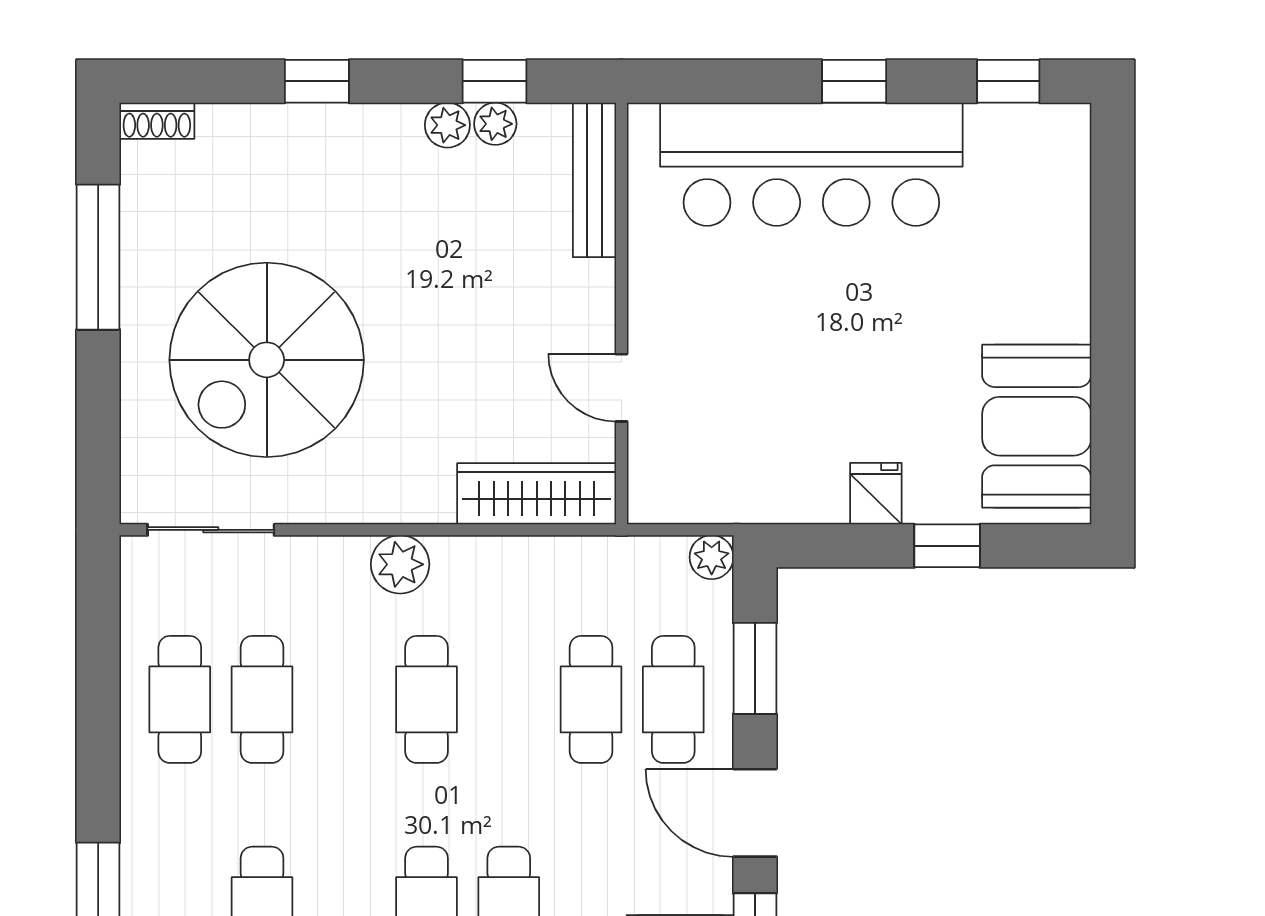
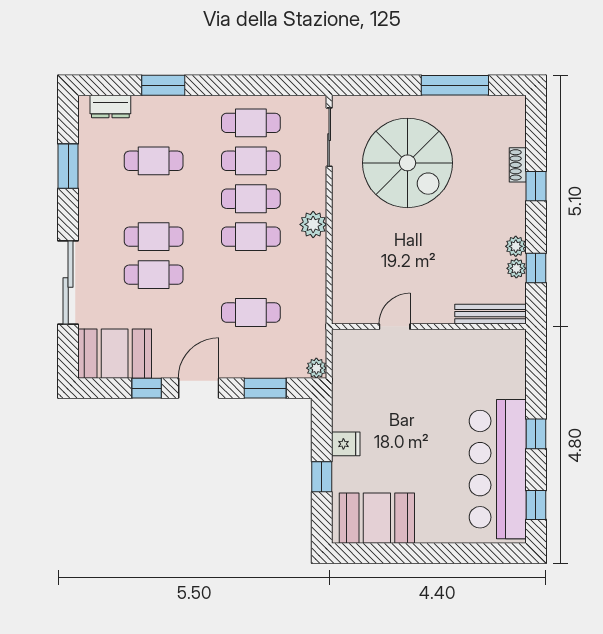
shoe rack: (157, 121) -> (518, 165), moved
bar counter: (811, 164) -> (498, 469), moved
spiral stairs: (267, 360) -> (407, 163), turned 180
wardrobe: (537, 494) -> (346, 287), removed
cafe table: (673, 699) -> (251, 199), moved

